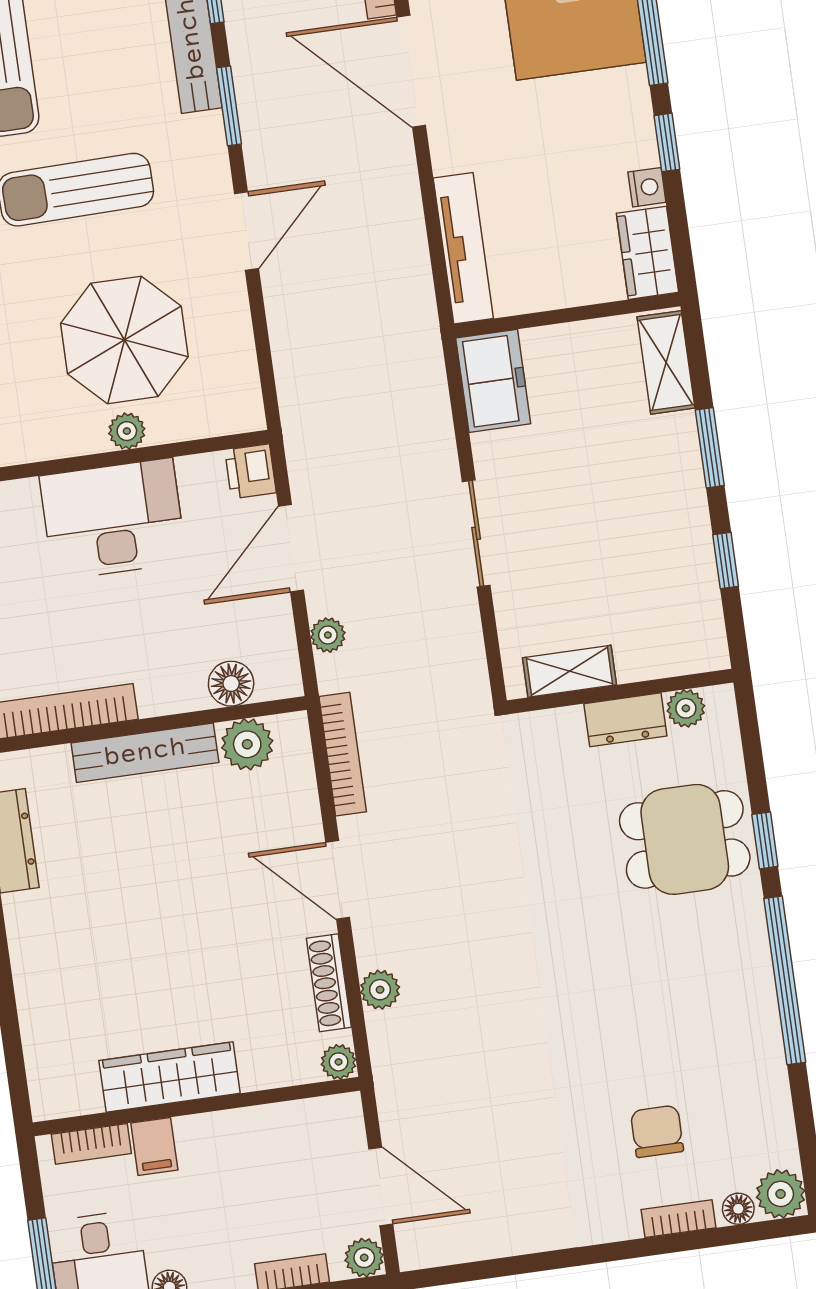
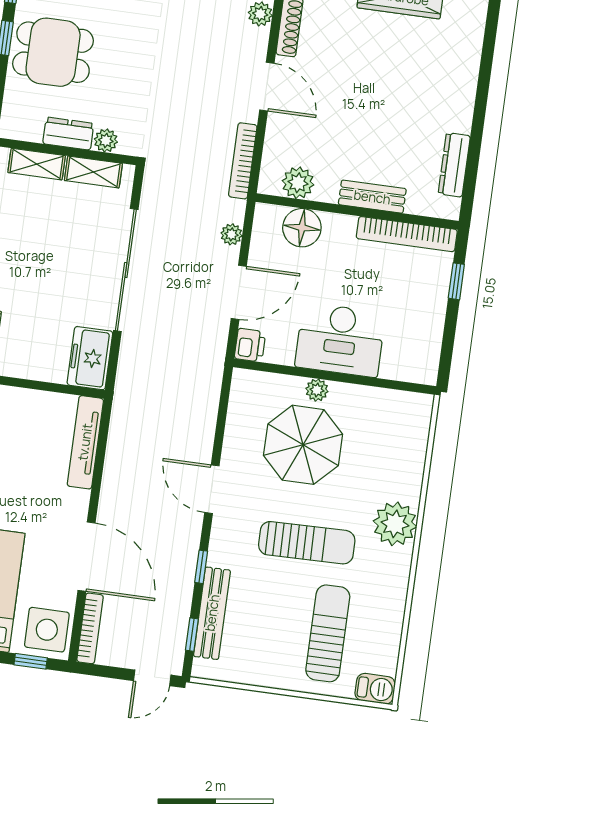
window: (229, 106) -> (201, 567), width x0.67
door: (246, 231) -> (212, 489), hinge flipped
sliding door: (476, 533) -> (126, 270), width x1.86
shelving: (661, 659) -> (37, 164), added
floor lamp: (231, 684) -> (302, 228), width x1.38, depth x1.38
plant: (686, 708) -> (106, 141), moved
bench: (145, 753) -> (372, 197), width x0.73

